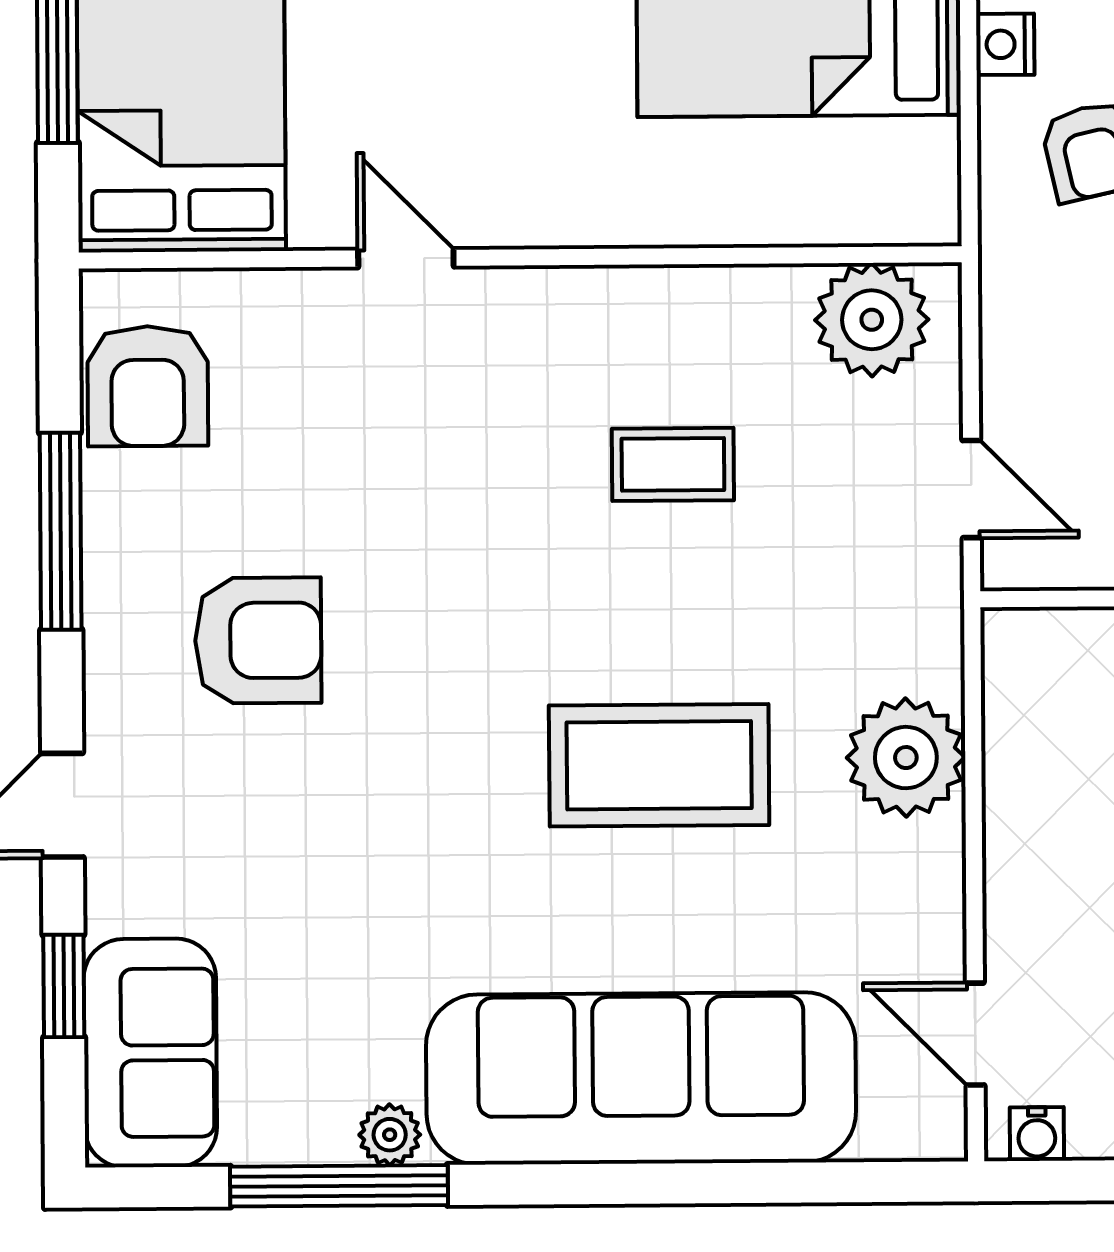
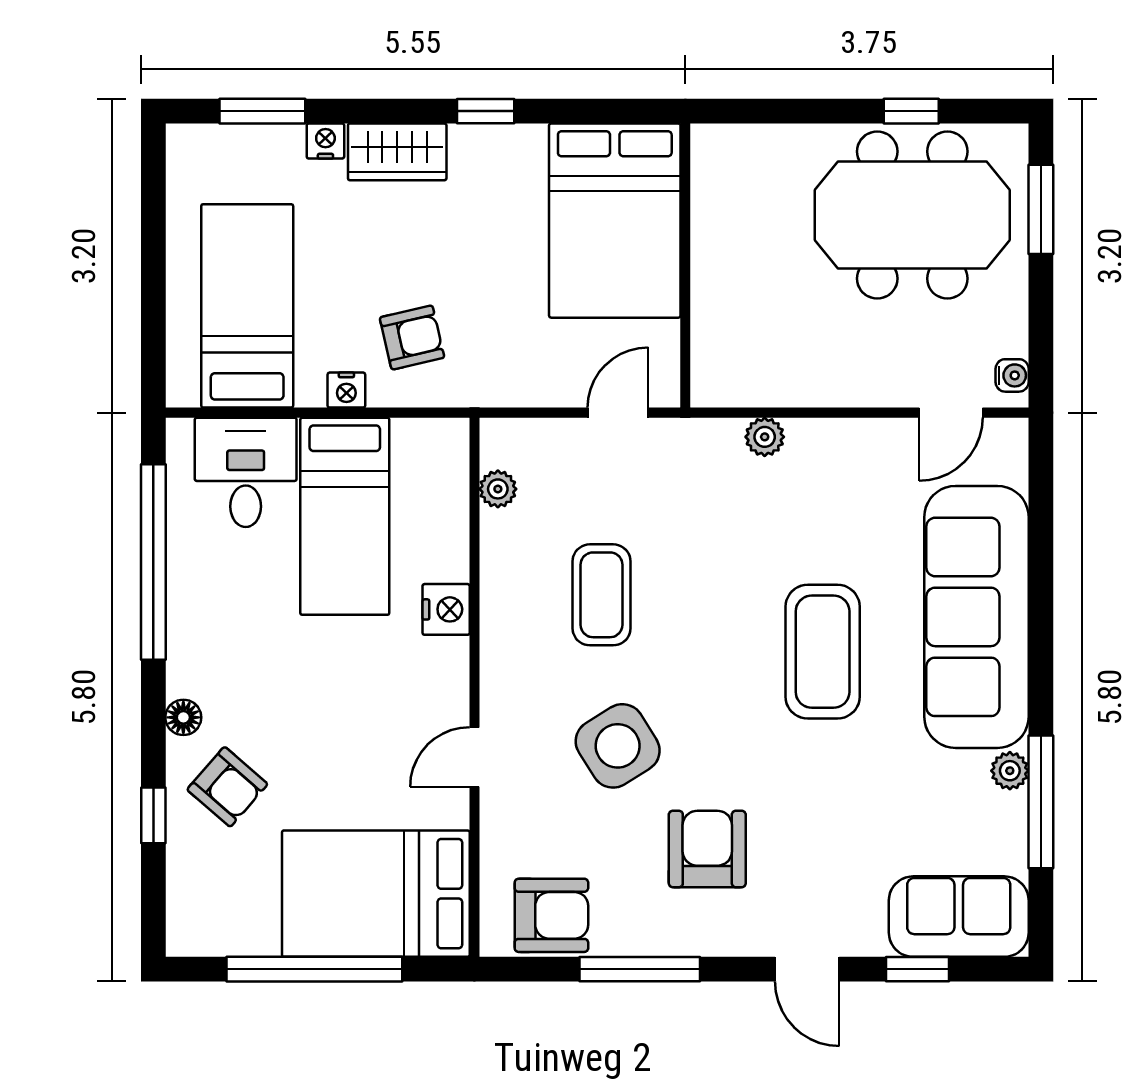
nightstand: (647, 210) -> (446, 609), added
plant: (872, 320) -> (498, 489), width x0.53, depth x0.53
coffee table: (673, 464) -> (602, 595), width x1.36, depth x1.30
side table: (426, 493) -> (618, 746), added
plant: (906, 758) -> (765, 437), width x0.53, depth x0.53
coffee table: (659, 765) -> (823, 652), moved

